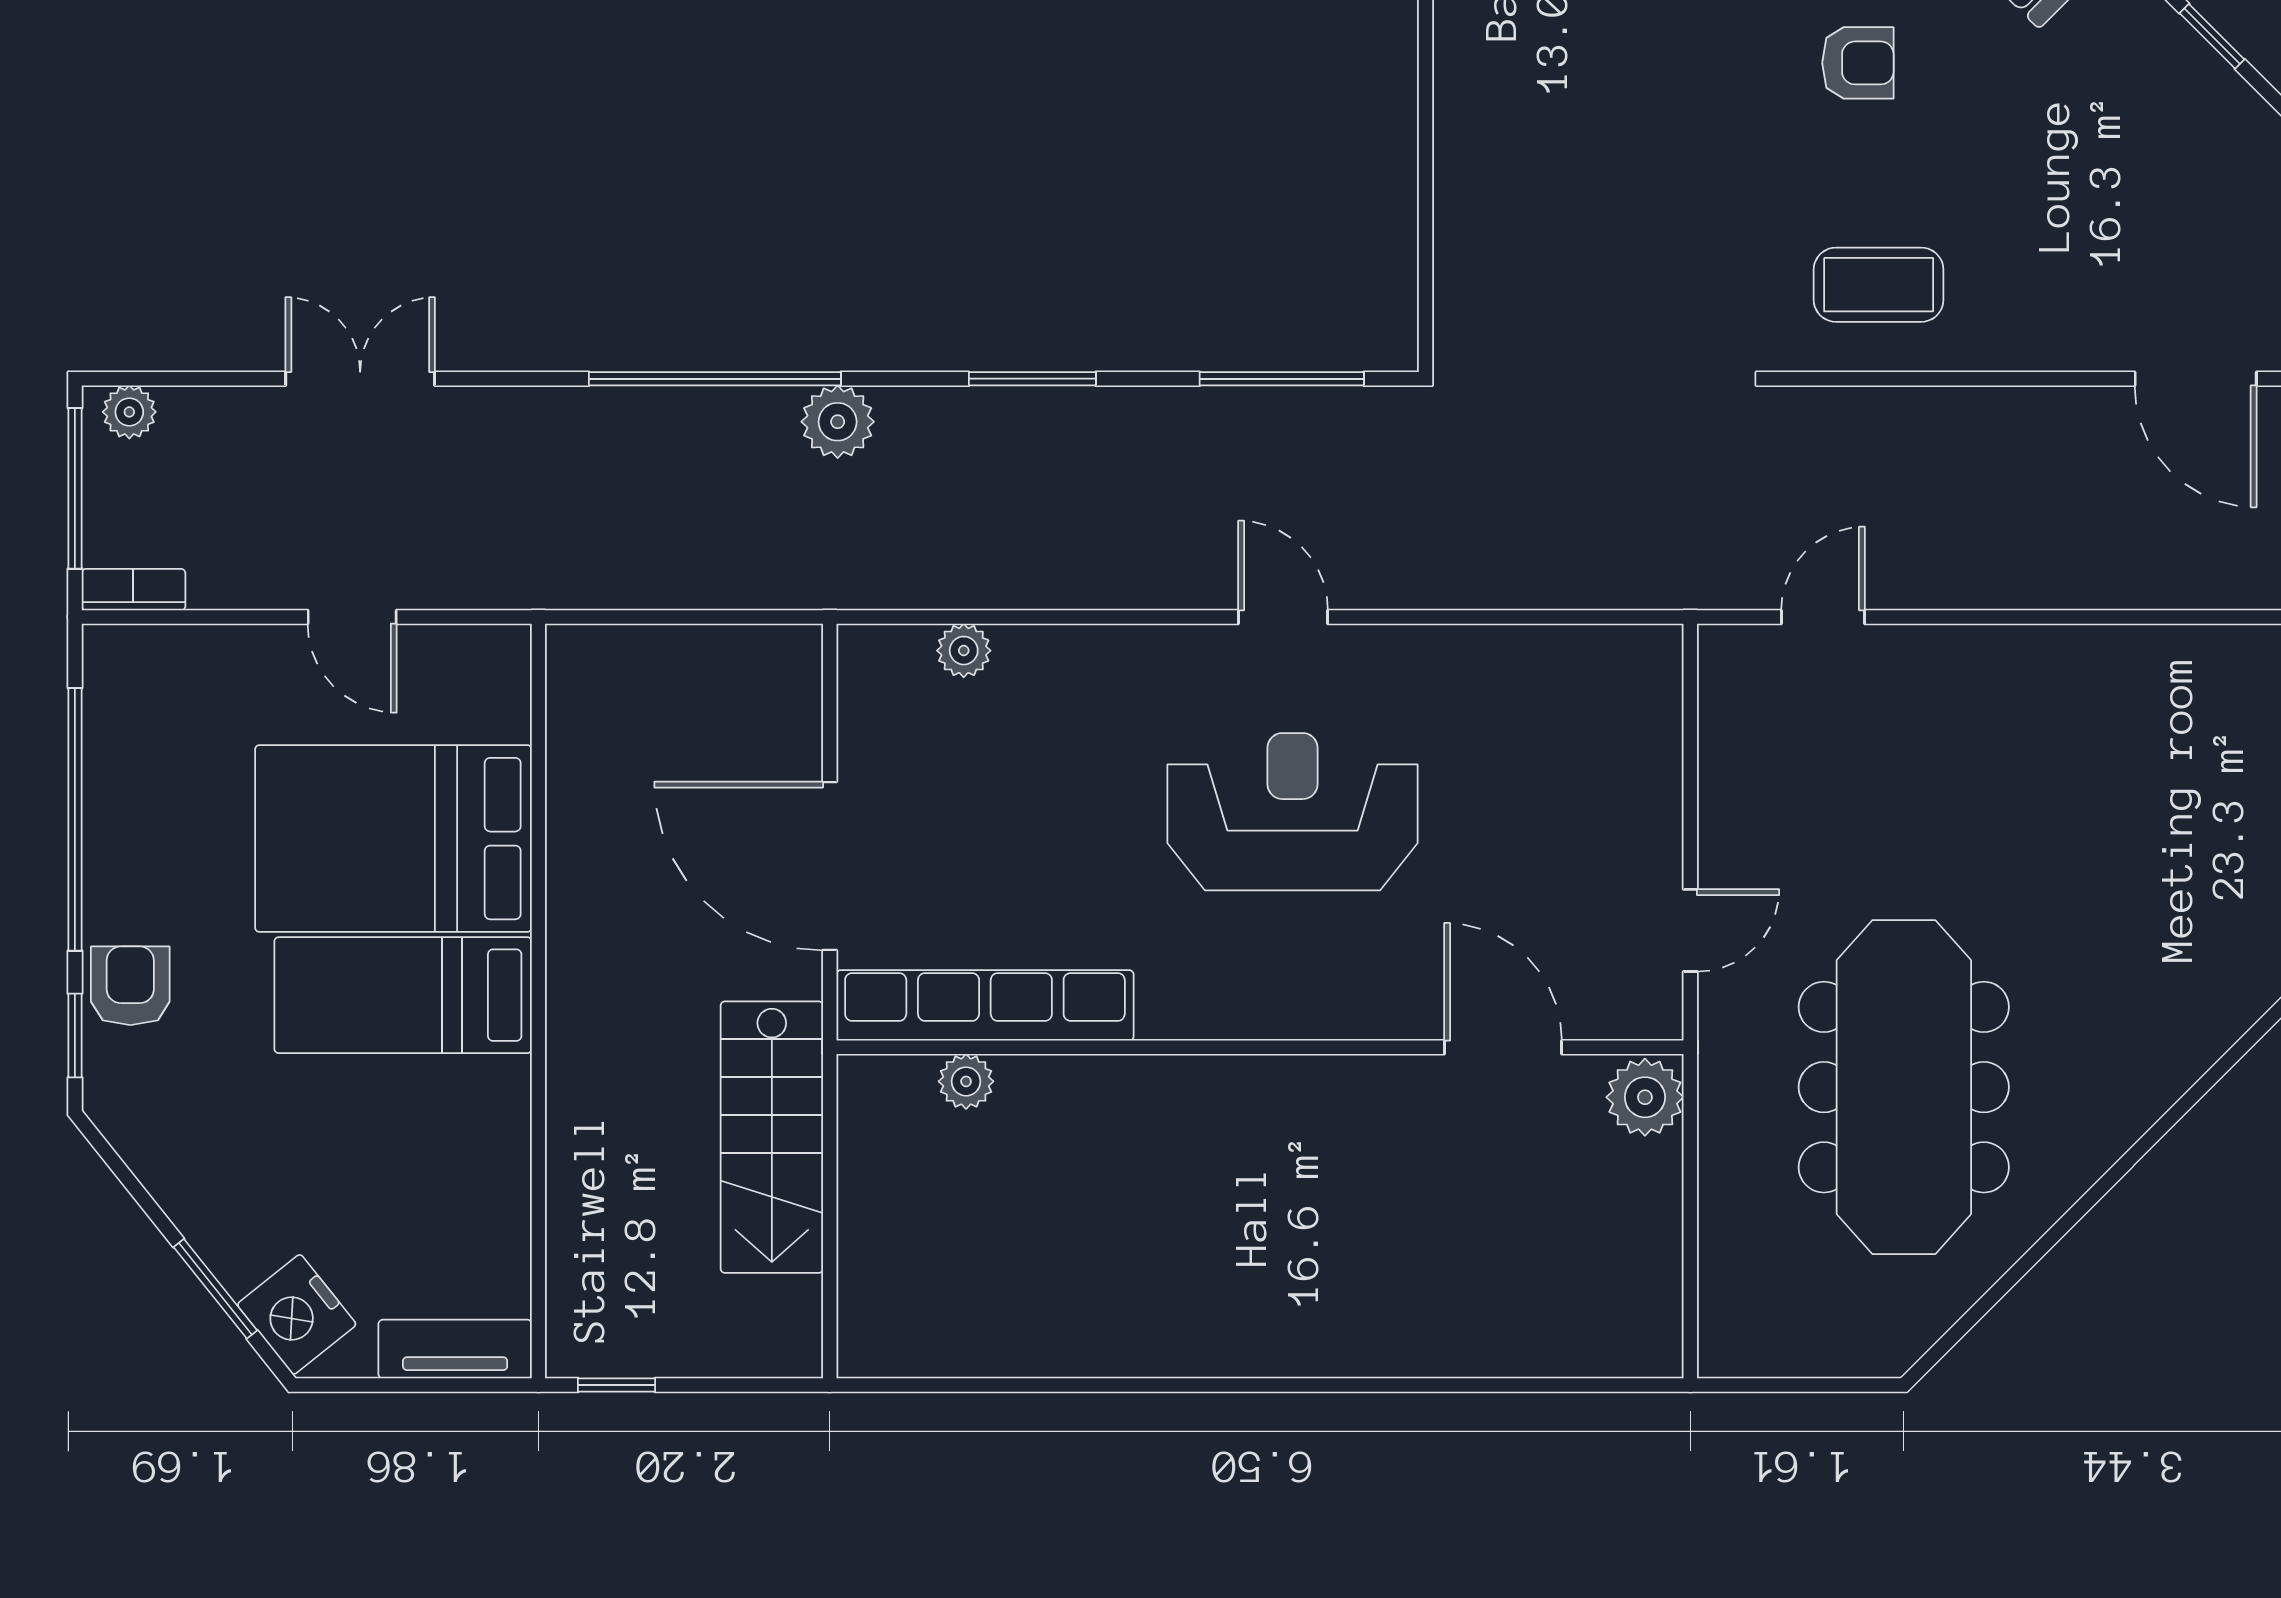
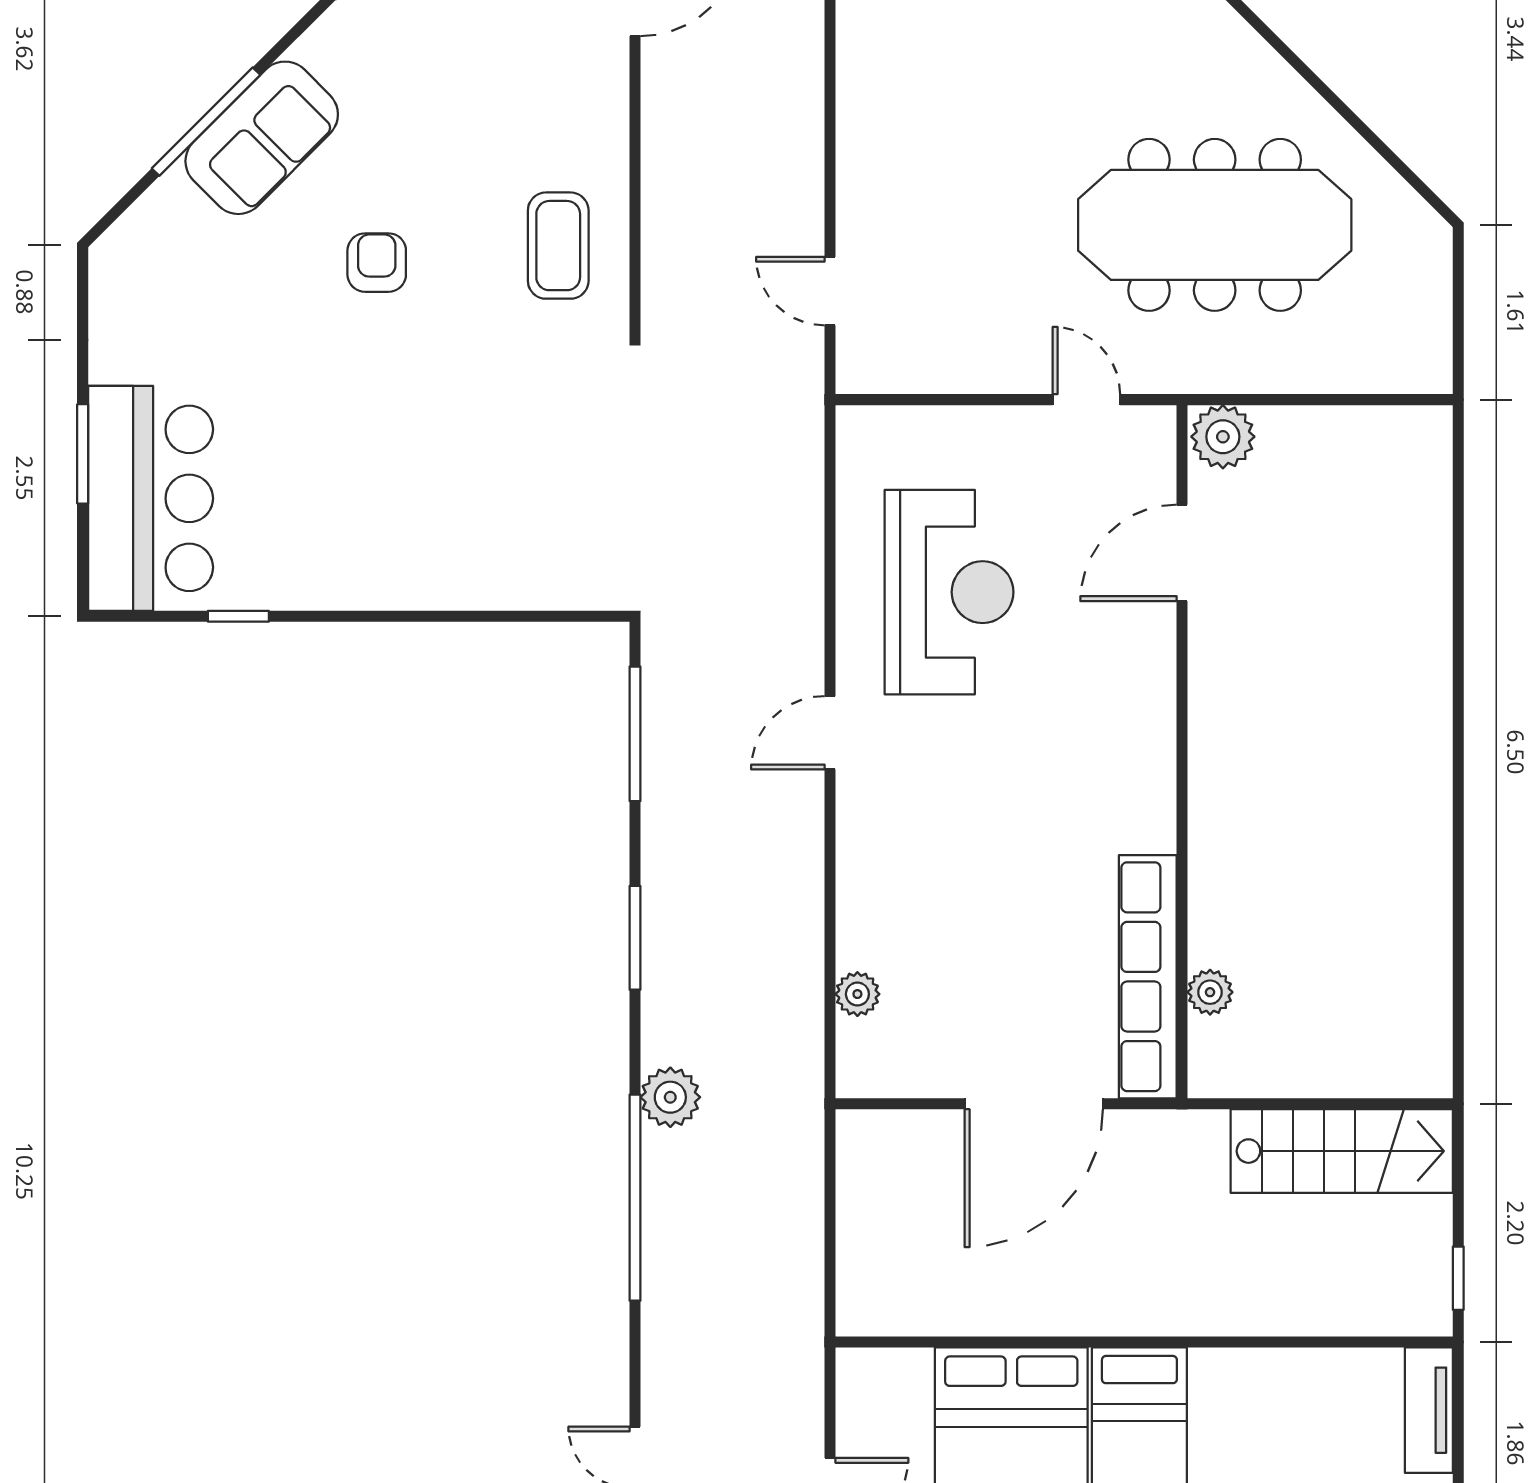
reception desk: (1293, 812) -> (949, 592), moved, turned 180
stairs: (772, 1137) -> (1342, 1151), moved

